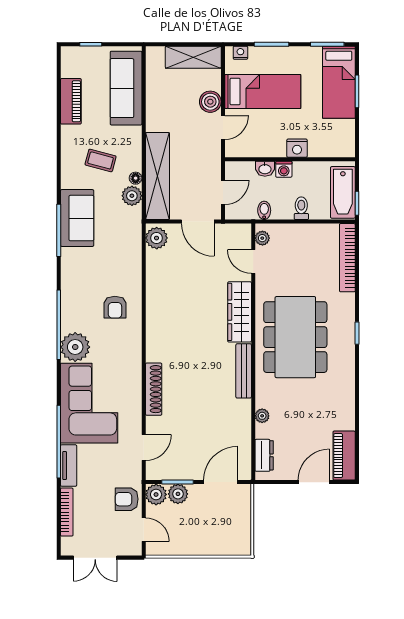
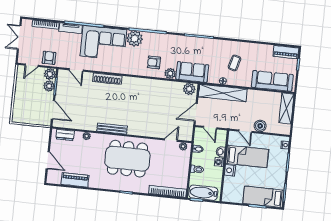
shelving: (193, 57) -> (286, 108), moved
bed: (263, 91) -> (247, 156), moved, turned -90
piano: (71, 101) -> (286, 52), moved
plant: (132, 196) -> (170, 73), moved
sofa: (77, 218) -> (192, 72), moved, turned 180
wardrobe: (240, 312) -> (144, 130), removed
piano: (344, 456) -> (75, 180), moved

